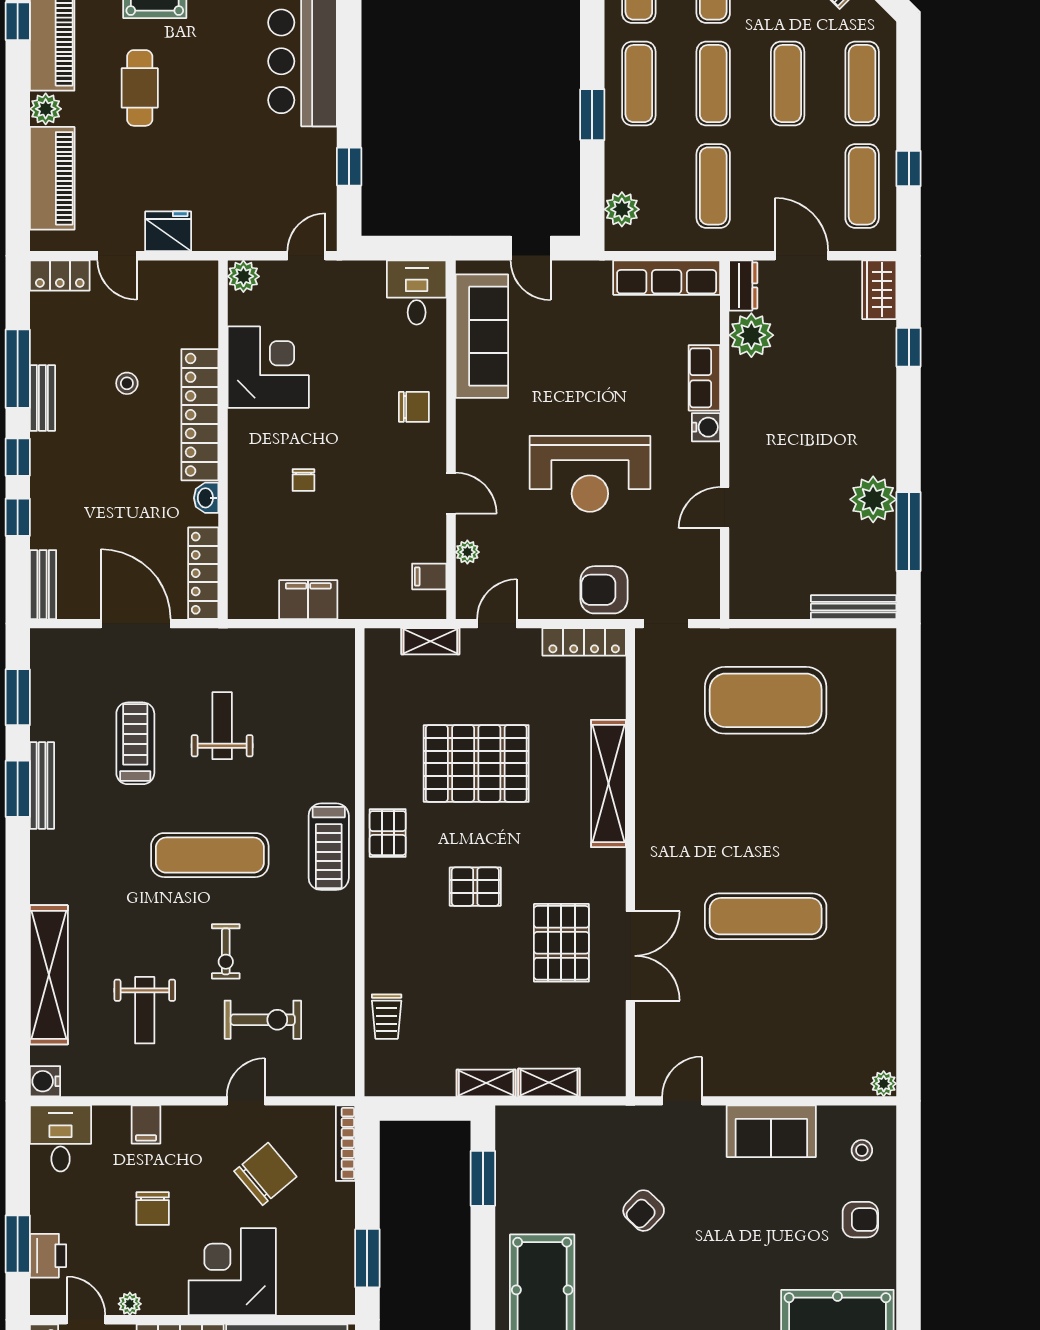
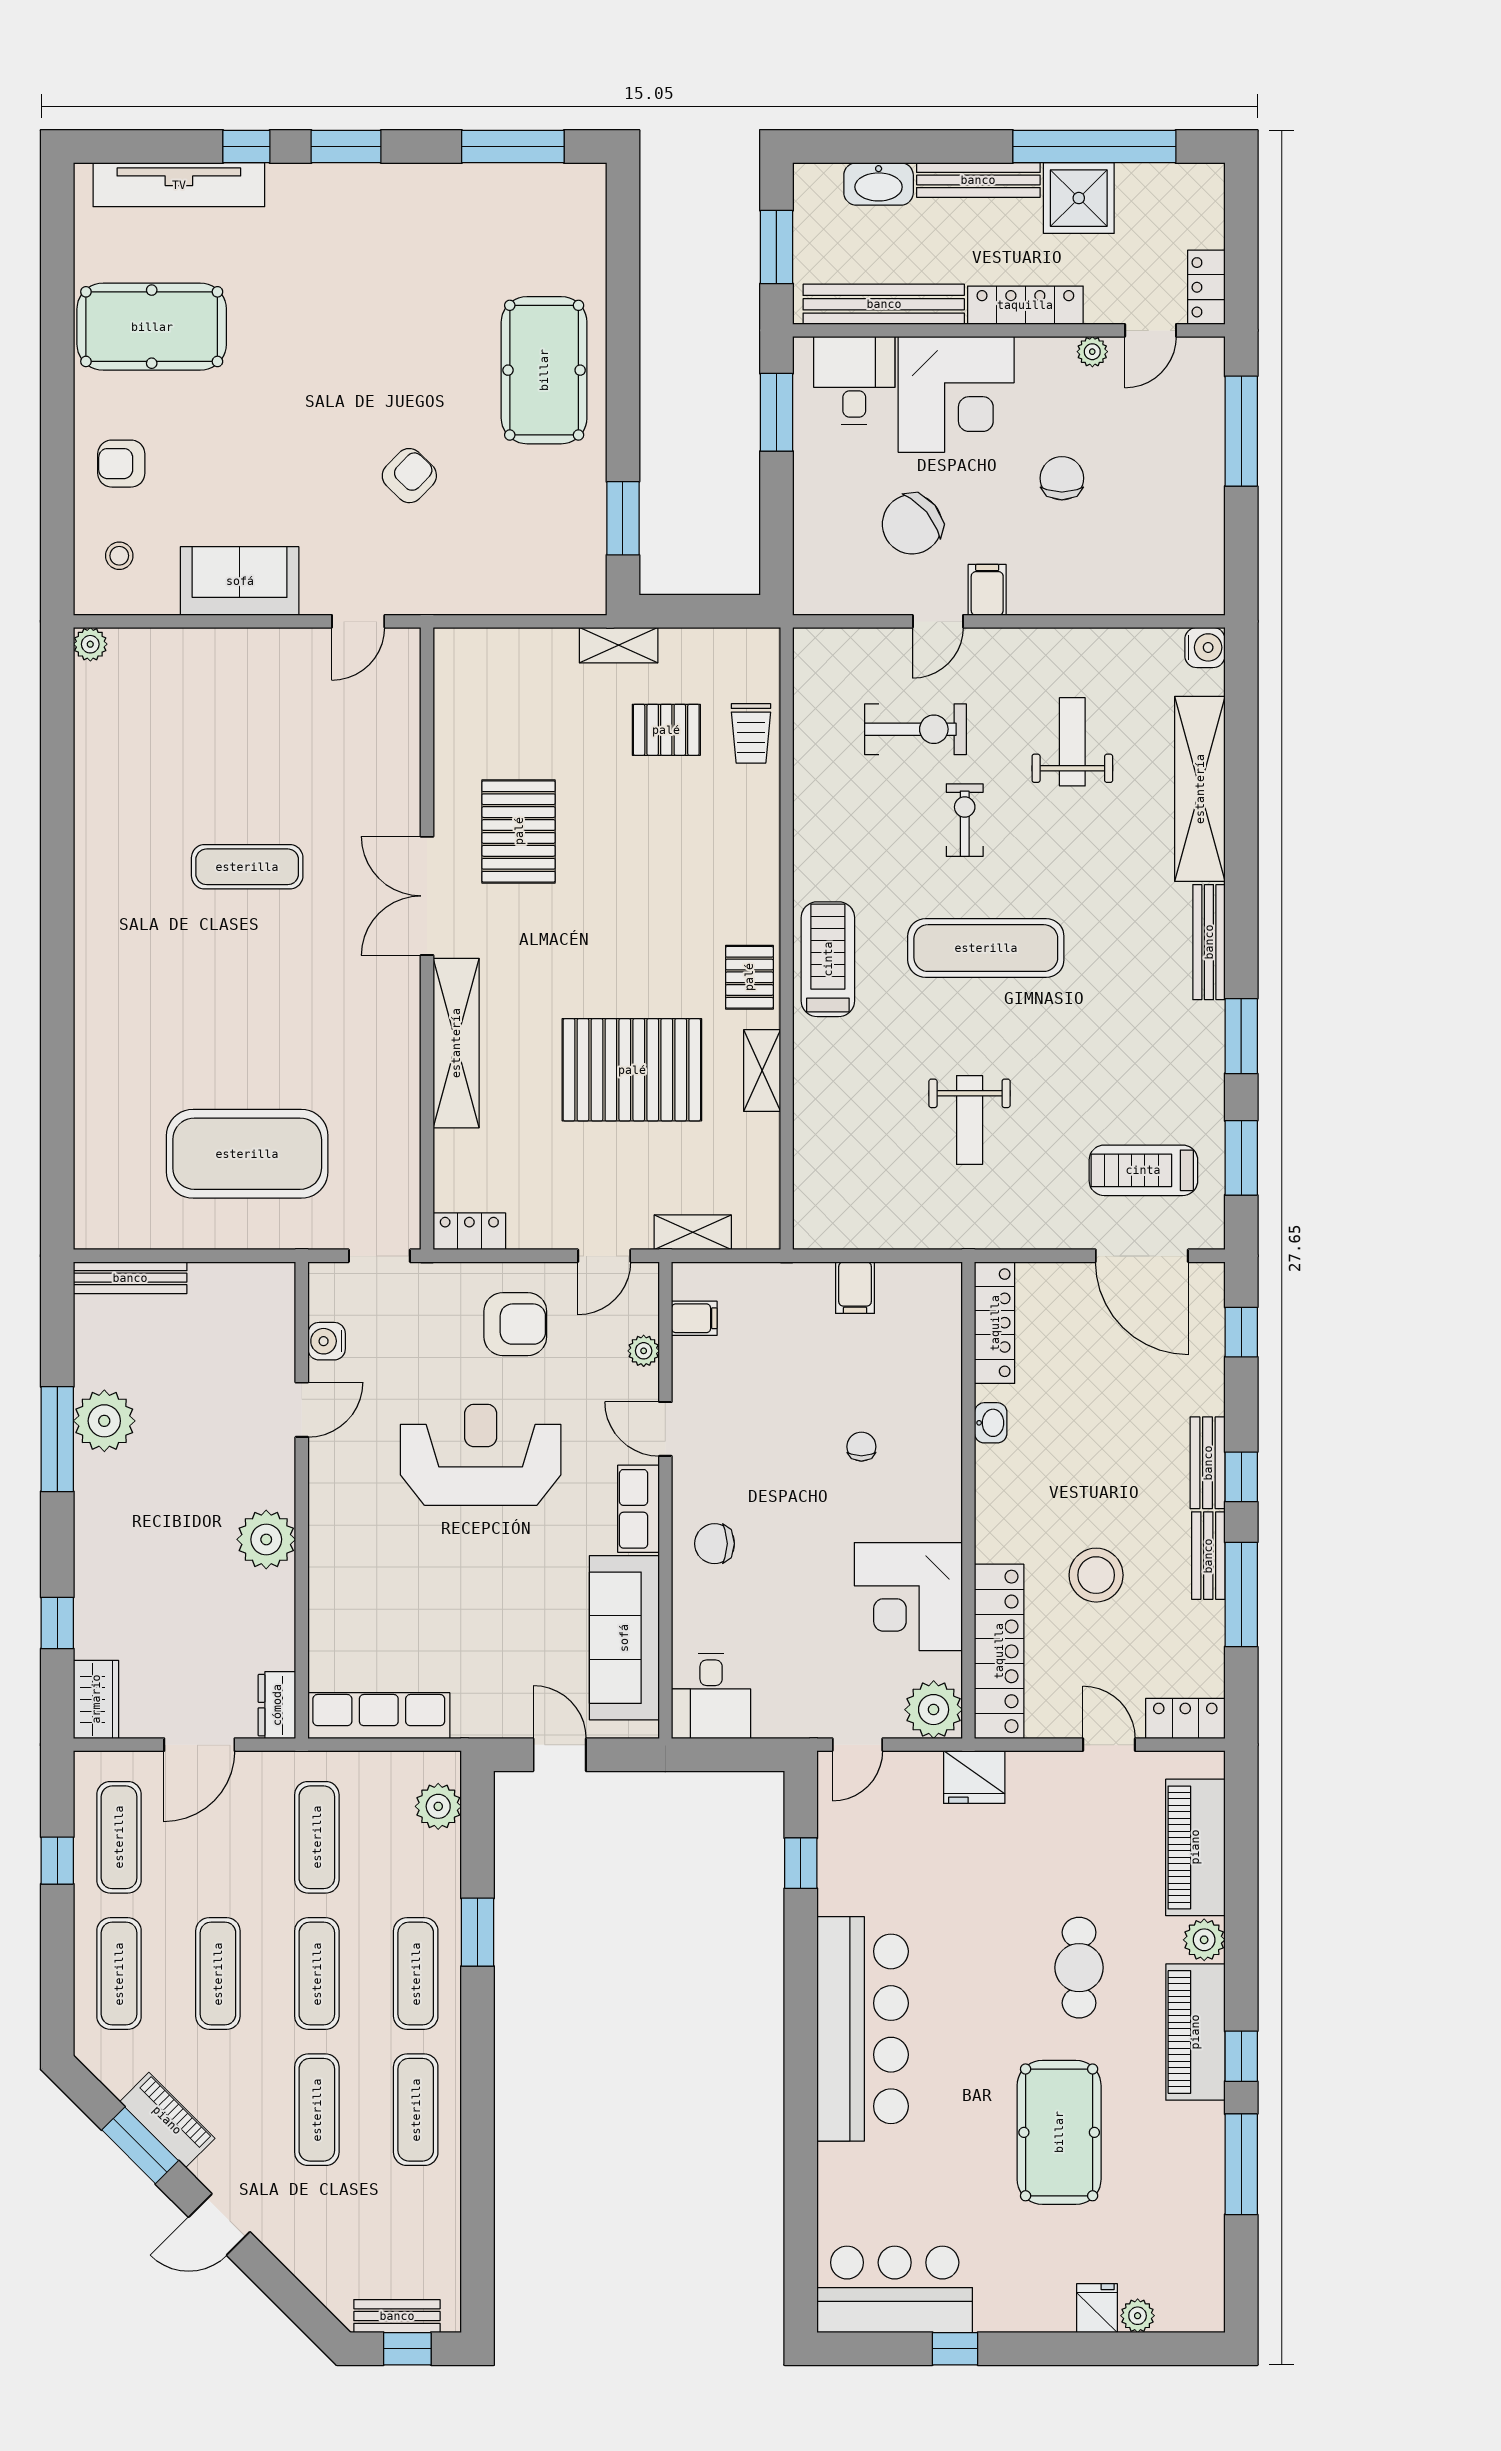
fridge: (168, 231) -> (974, 1777), moved
door: (802, 256) -> (199, 1745), hinge flipped
plant: (243, 276) -> (934, 1710), width x1.36, depth x1.36
plant: (751, 335) -> (266, 1539), moved
row of seats: (704, 378) -> (638, 1509), moved, turned 180
stool: (127, 383) -> (1096, 1575), width x1.89, depth x1.89
locker: (200, 415) -> (999, 1651), moved
water cooler: (706, 427) -> (327, 1341), moved
window: (18, 517) -> (1241, 1332), moved
window: (909, 532) -> (57, 1439), moved
bench: (43, 585) -> (1208, 1463), moved
armchair: (604, 590) -> (515, 1324), moved
filing cabinet: (308, 600) -> (855, 1288), width x0.50
door: (136, 624) -> (1142, 1256), moved
locker: (584, 642) -> (469, 1231), width x0.66
treadmill: (135, 743) -> (1143, 1170), moved, turned 90
bench: (42, 785) -> (1209, 942), moved
pallet: (475, 887) -> (666, 730), moved
exercise mat: (766, 916) -> (247, 867), width x0.73, depth x0.69
double door: (630, 956) -> (427, 896), moved
trolley: (387, 1017) -> (751, 733), turned 180
exercise bike: (263, 1020) -> (915, 729), turned 180
shelving: (549, 1082) -> (762, 1071), moved, turned 90
filing cabinet: (146, 1125) -> (987, 590), moved
desk: (61, 1138) -> (854, 380), moved, turned 180
bookcase: (346, 1143) -> (806, 565), removed
window: (18, 1244) -> (1241, 431), width x1.44
printer: (48, 1256) -> (1201, 416), removed
door: (86, 1320) -> (1151, 330), hinge flipped

